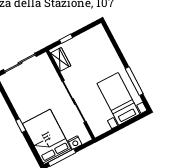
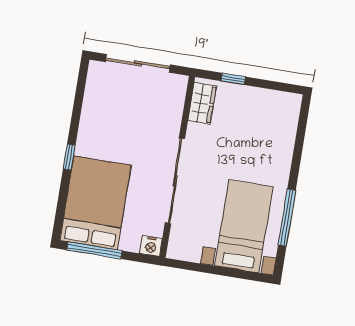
nightstand: (75, 143) -> (151, 246), moved

